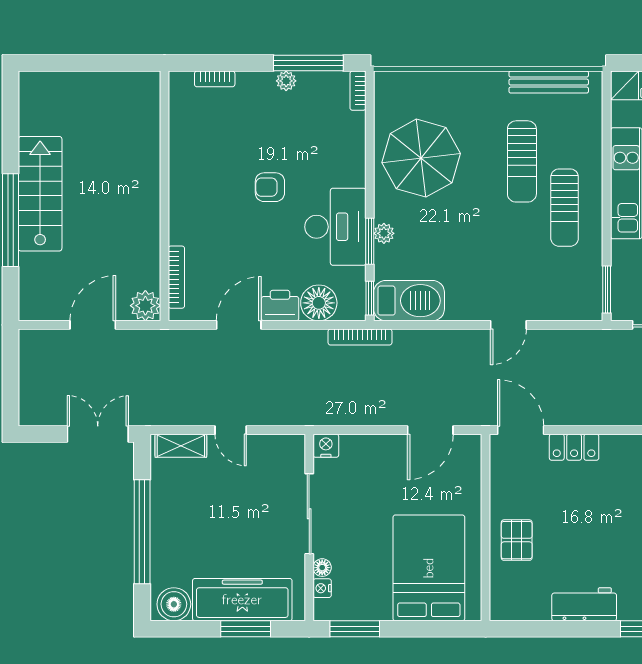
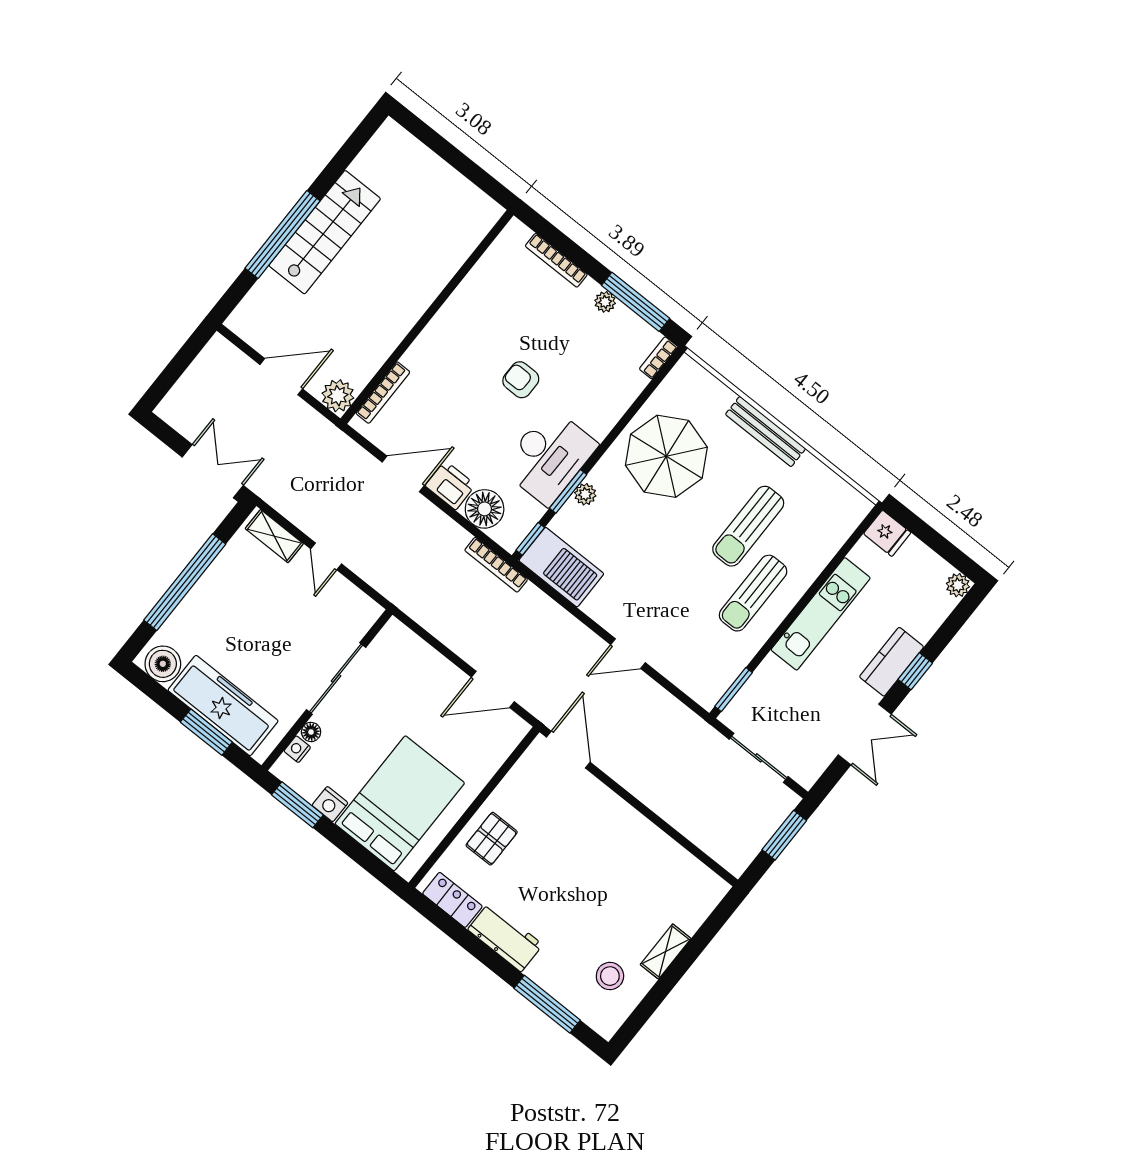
bookcase: (215, 79) -> (556, 260), width x1.56
bench: (549, 82) -> (765, 432), moved
nightstand: (326, 446) -> (330, 804), moved, turned 180
locker: (574, 447) -> (452, 900), moved, turned 180

